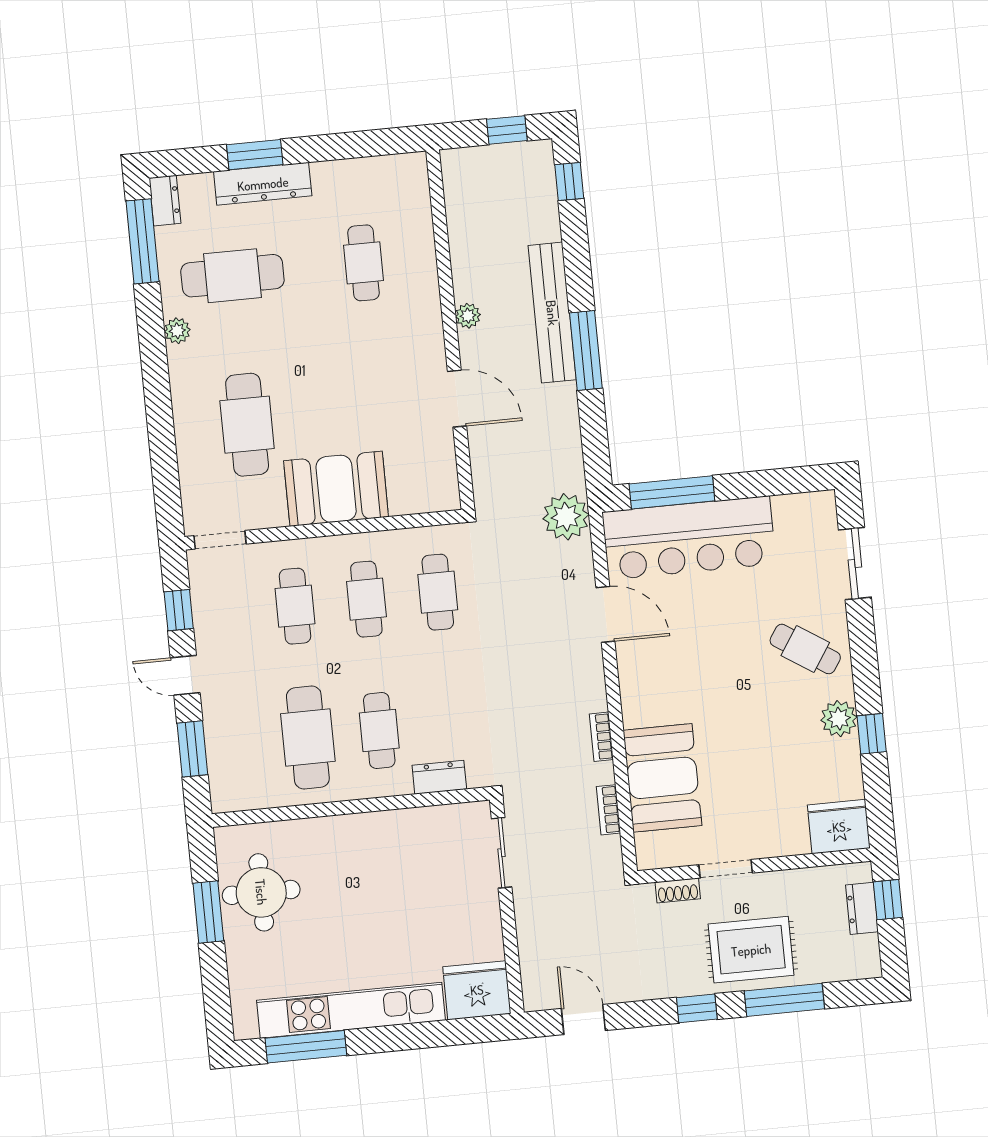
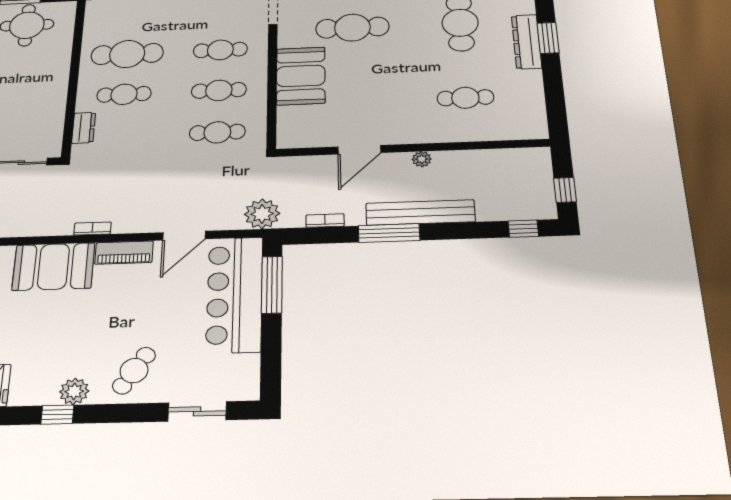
piano: (636, 689) -> (124, 253), added
bookcase: (608, 810) -> (325, 221), moved

